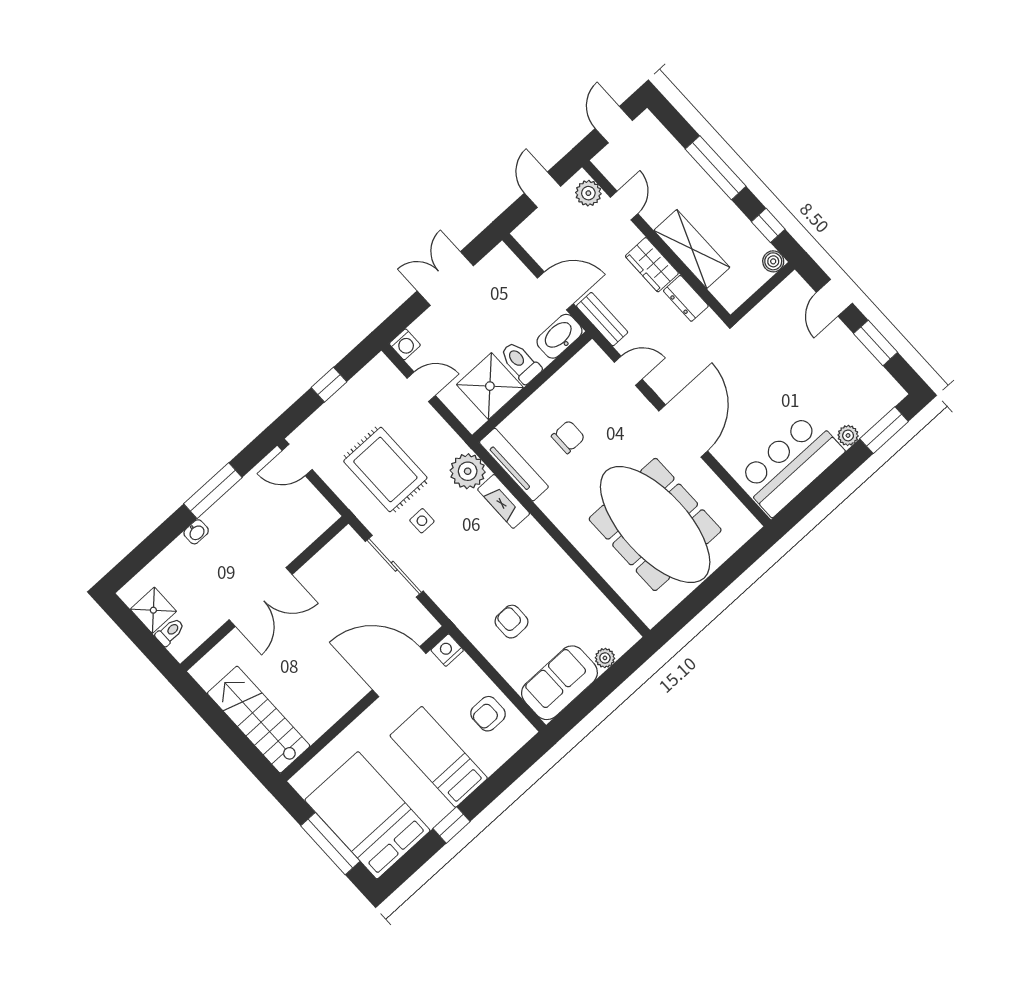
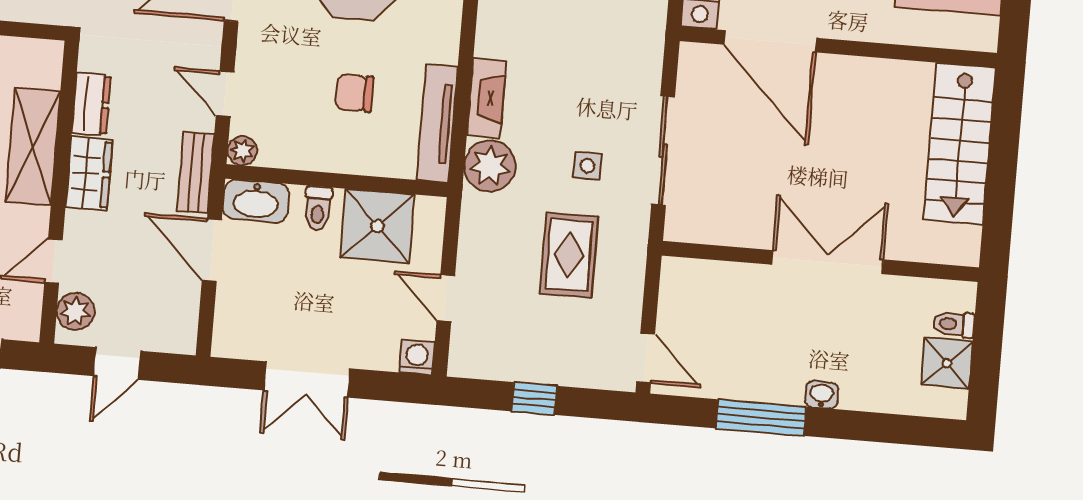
plant: (591, 353) -> (242, 151), added
toilet: (520, 362) -> (318, 208), width x0.73, depth x0.72
rug: (385, 470) -> (569, 255), width x0.73, depth x0.70

